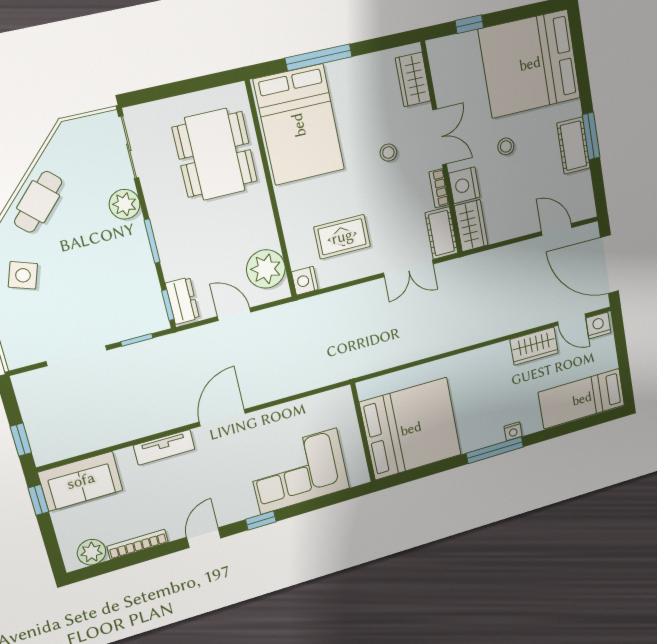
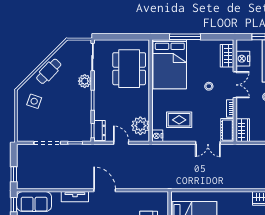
nightstand: (464, 185) -> (243, 59), moved
door: (222, 418) -> (105, 190), hinge flipped

